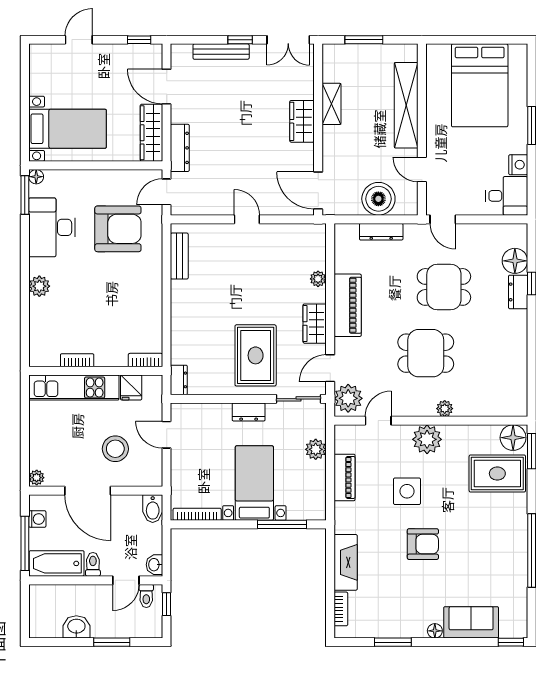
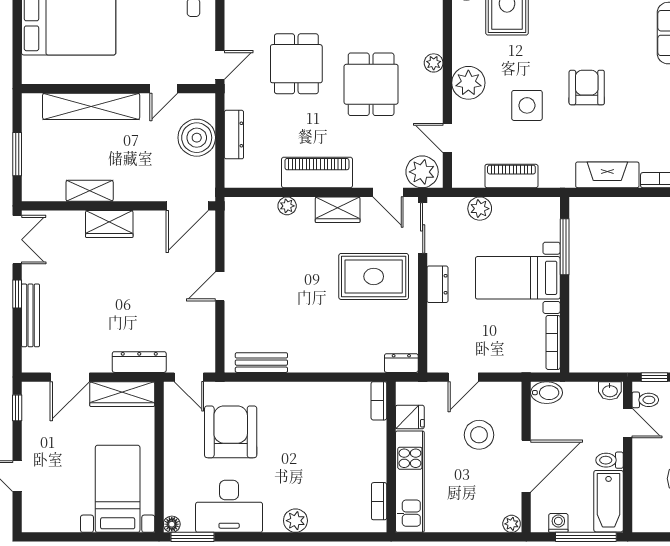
bookcase: (77, 360) -> (379, 501), moved

